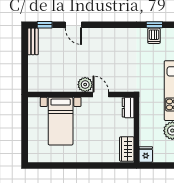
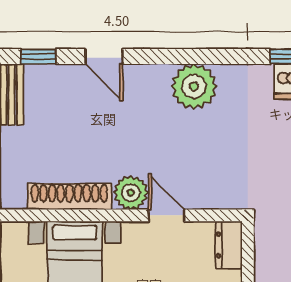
plant: (113, 38) -> (194, 87), added
shoe rack: (58, 86) -> (69, 197), added

